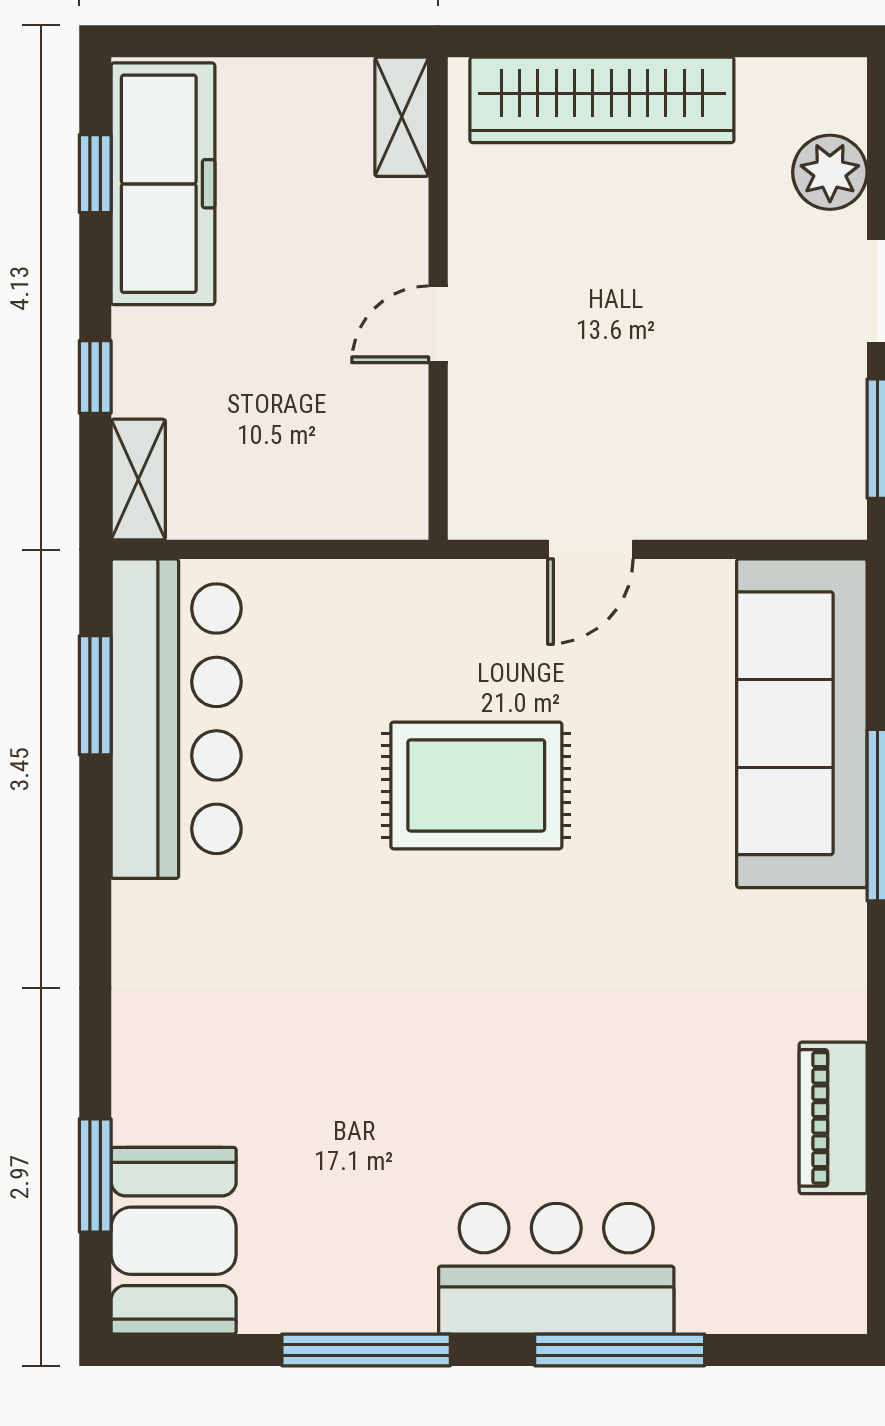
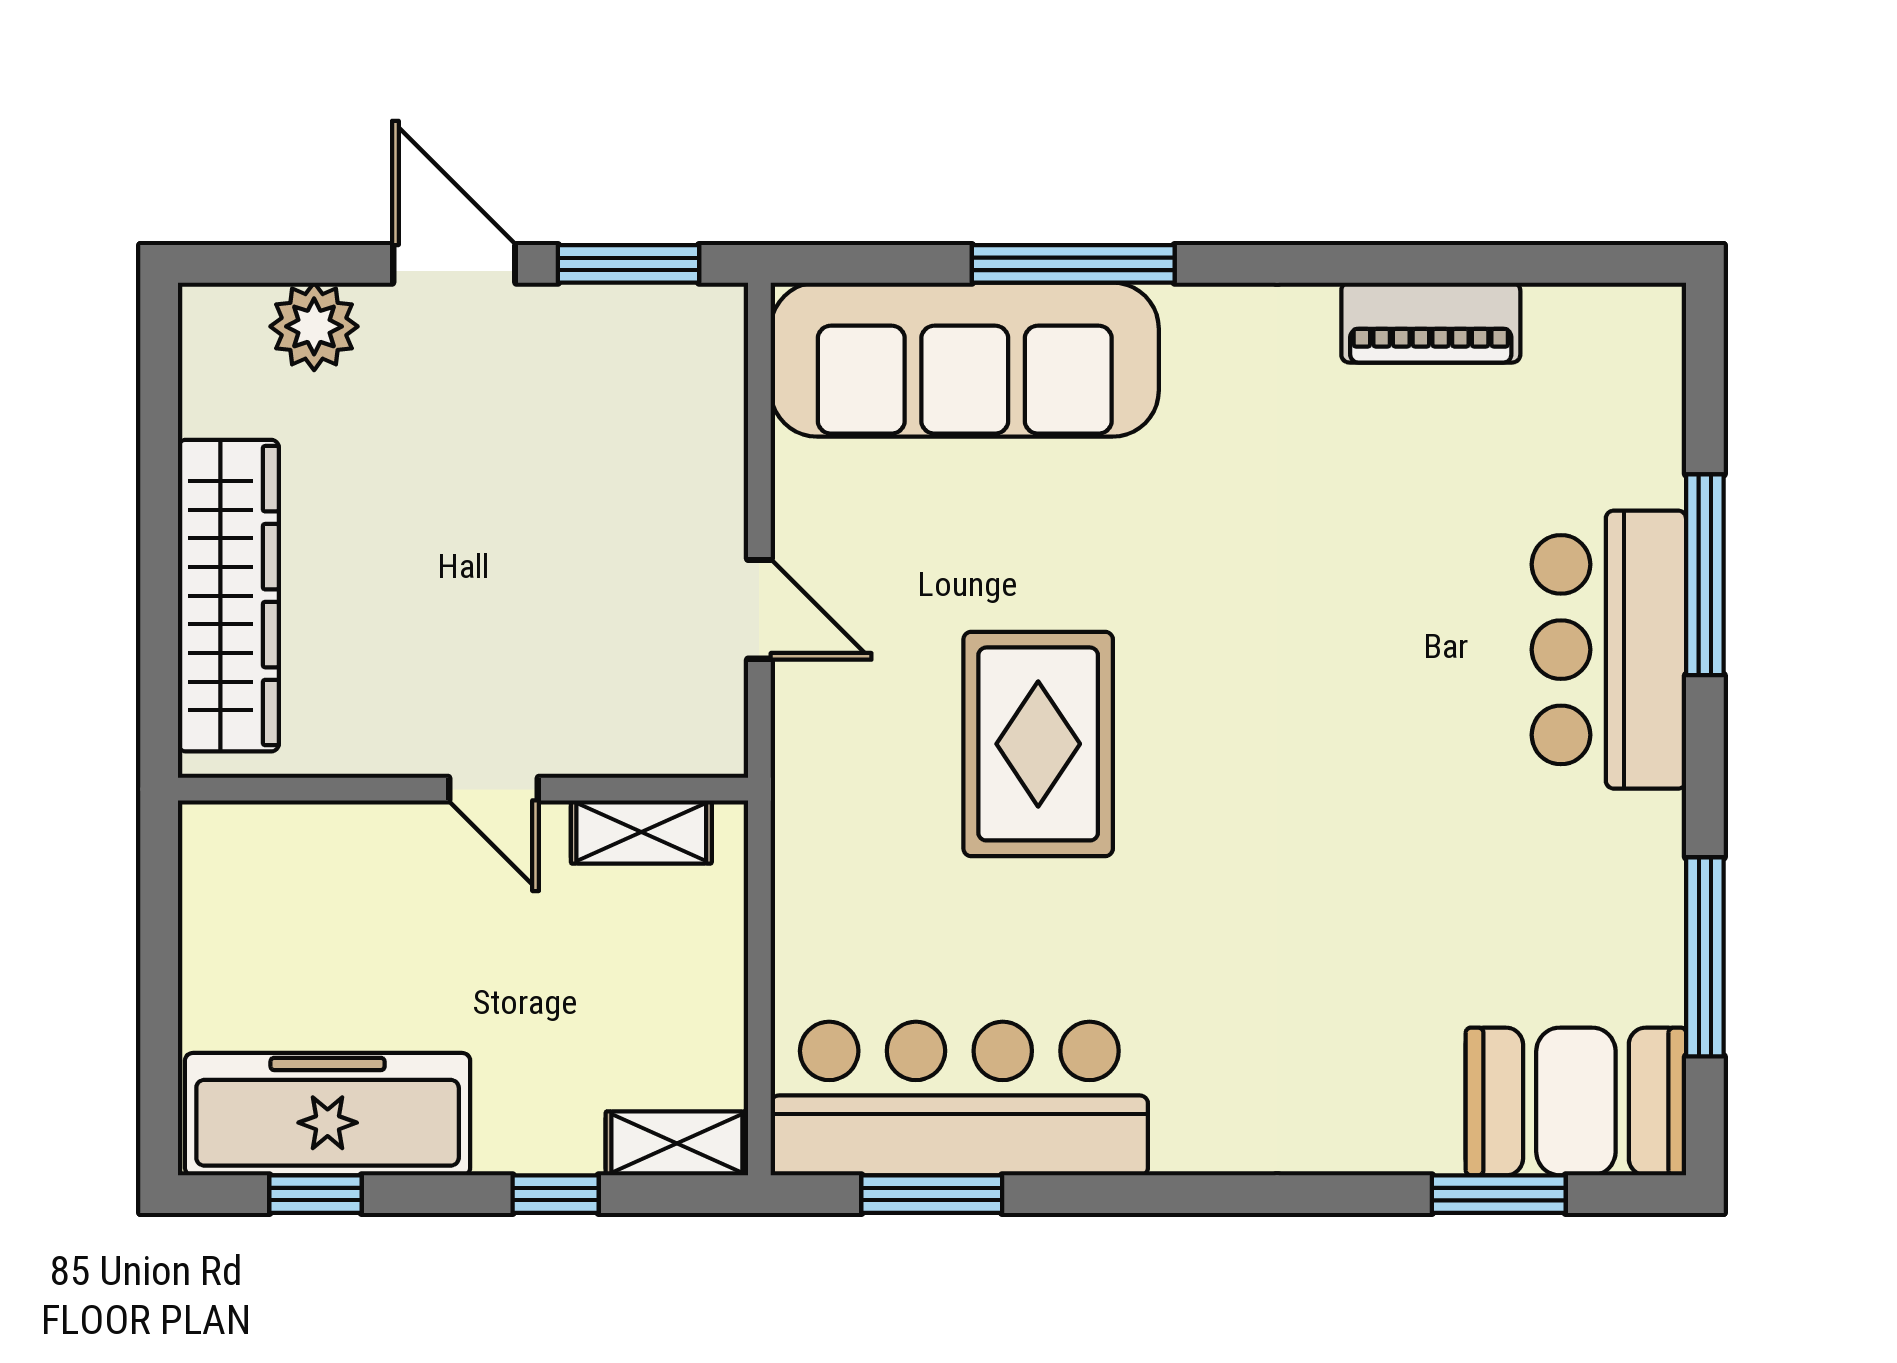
shelving: (402, 117) -> (641, 832), moved
window: (366, 1350) -> (1705, 957), moved

